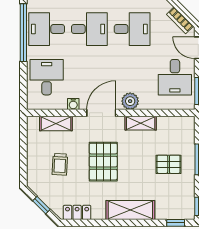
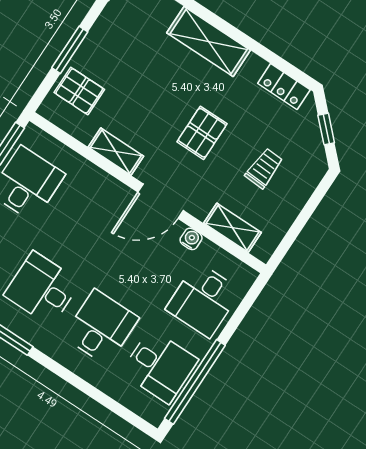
desk: (89, 29) -> (101, 327), turned 90
plant: (130, 101) -> (110, 191), removed
pallet: (103, 162) -> (202, 133), width x0.67, depth x0.71
pallet: (169, 164) -> (79, 91), moved

